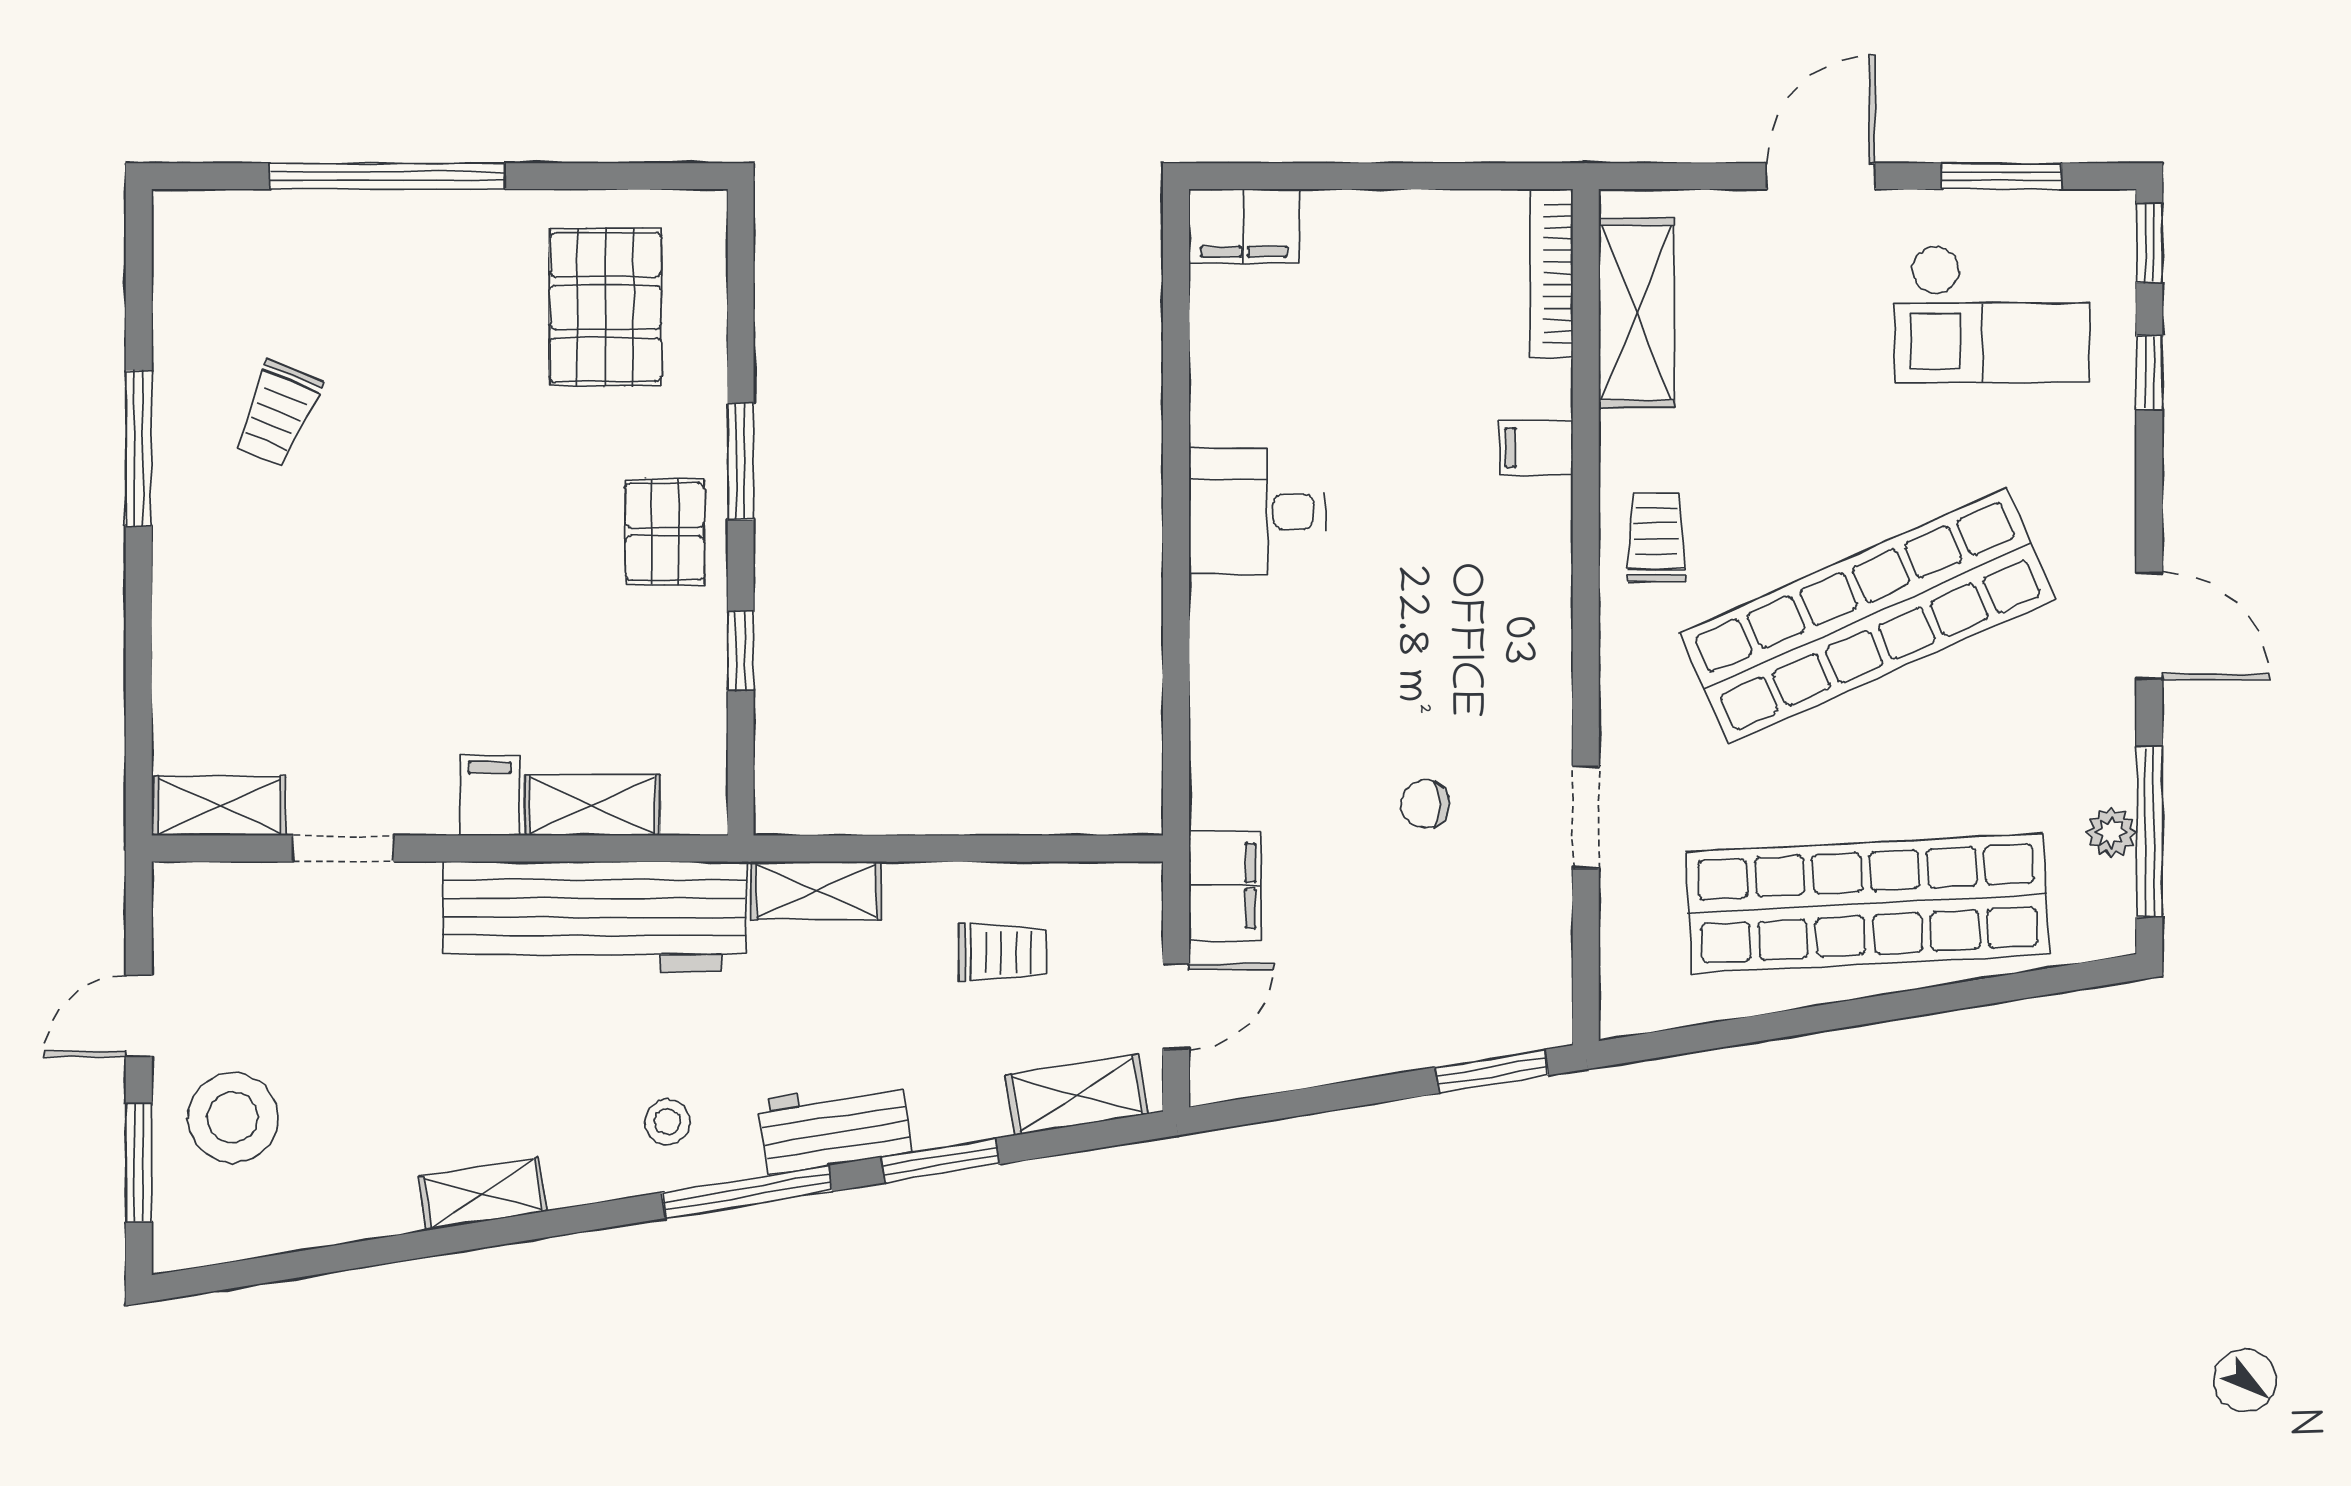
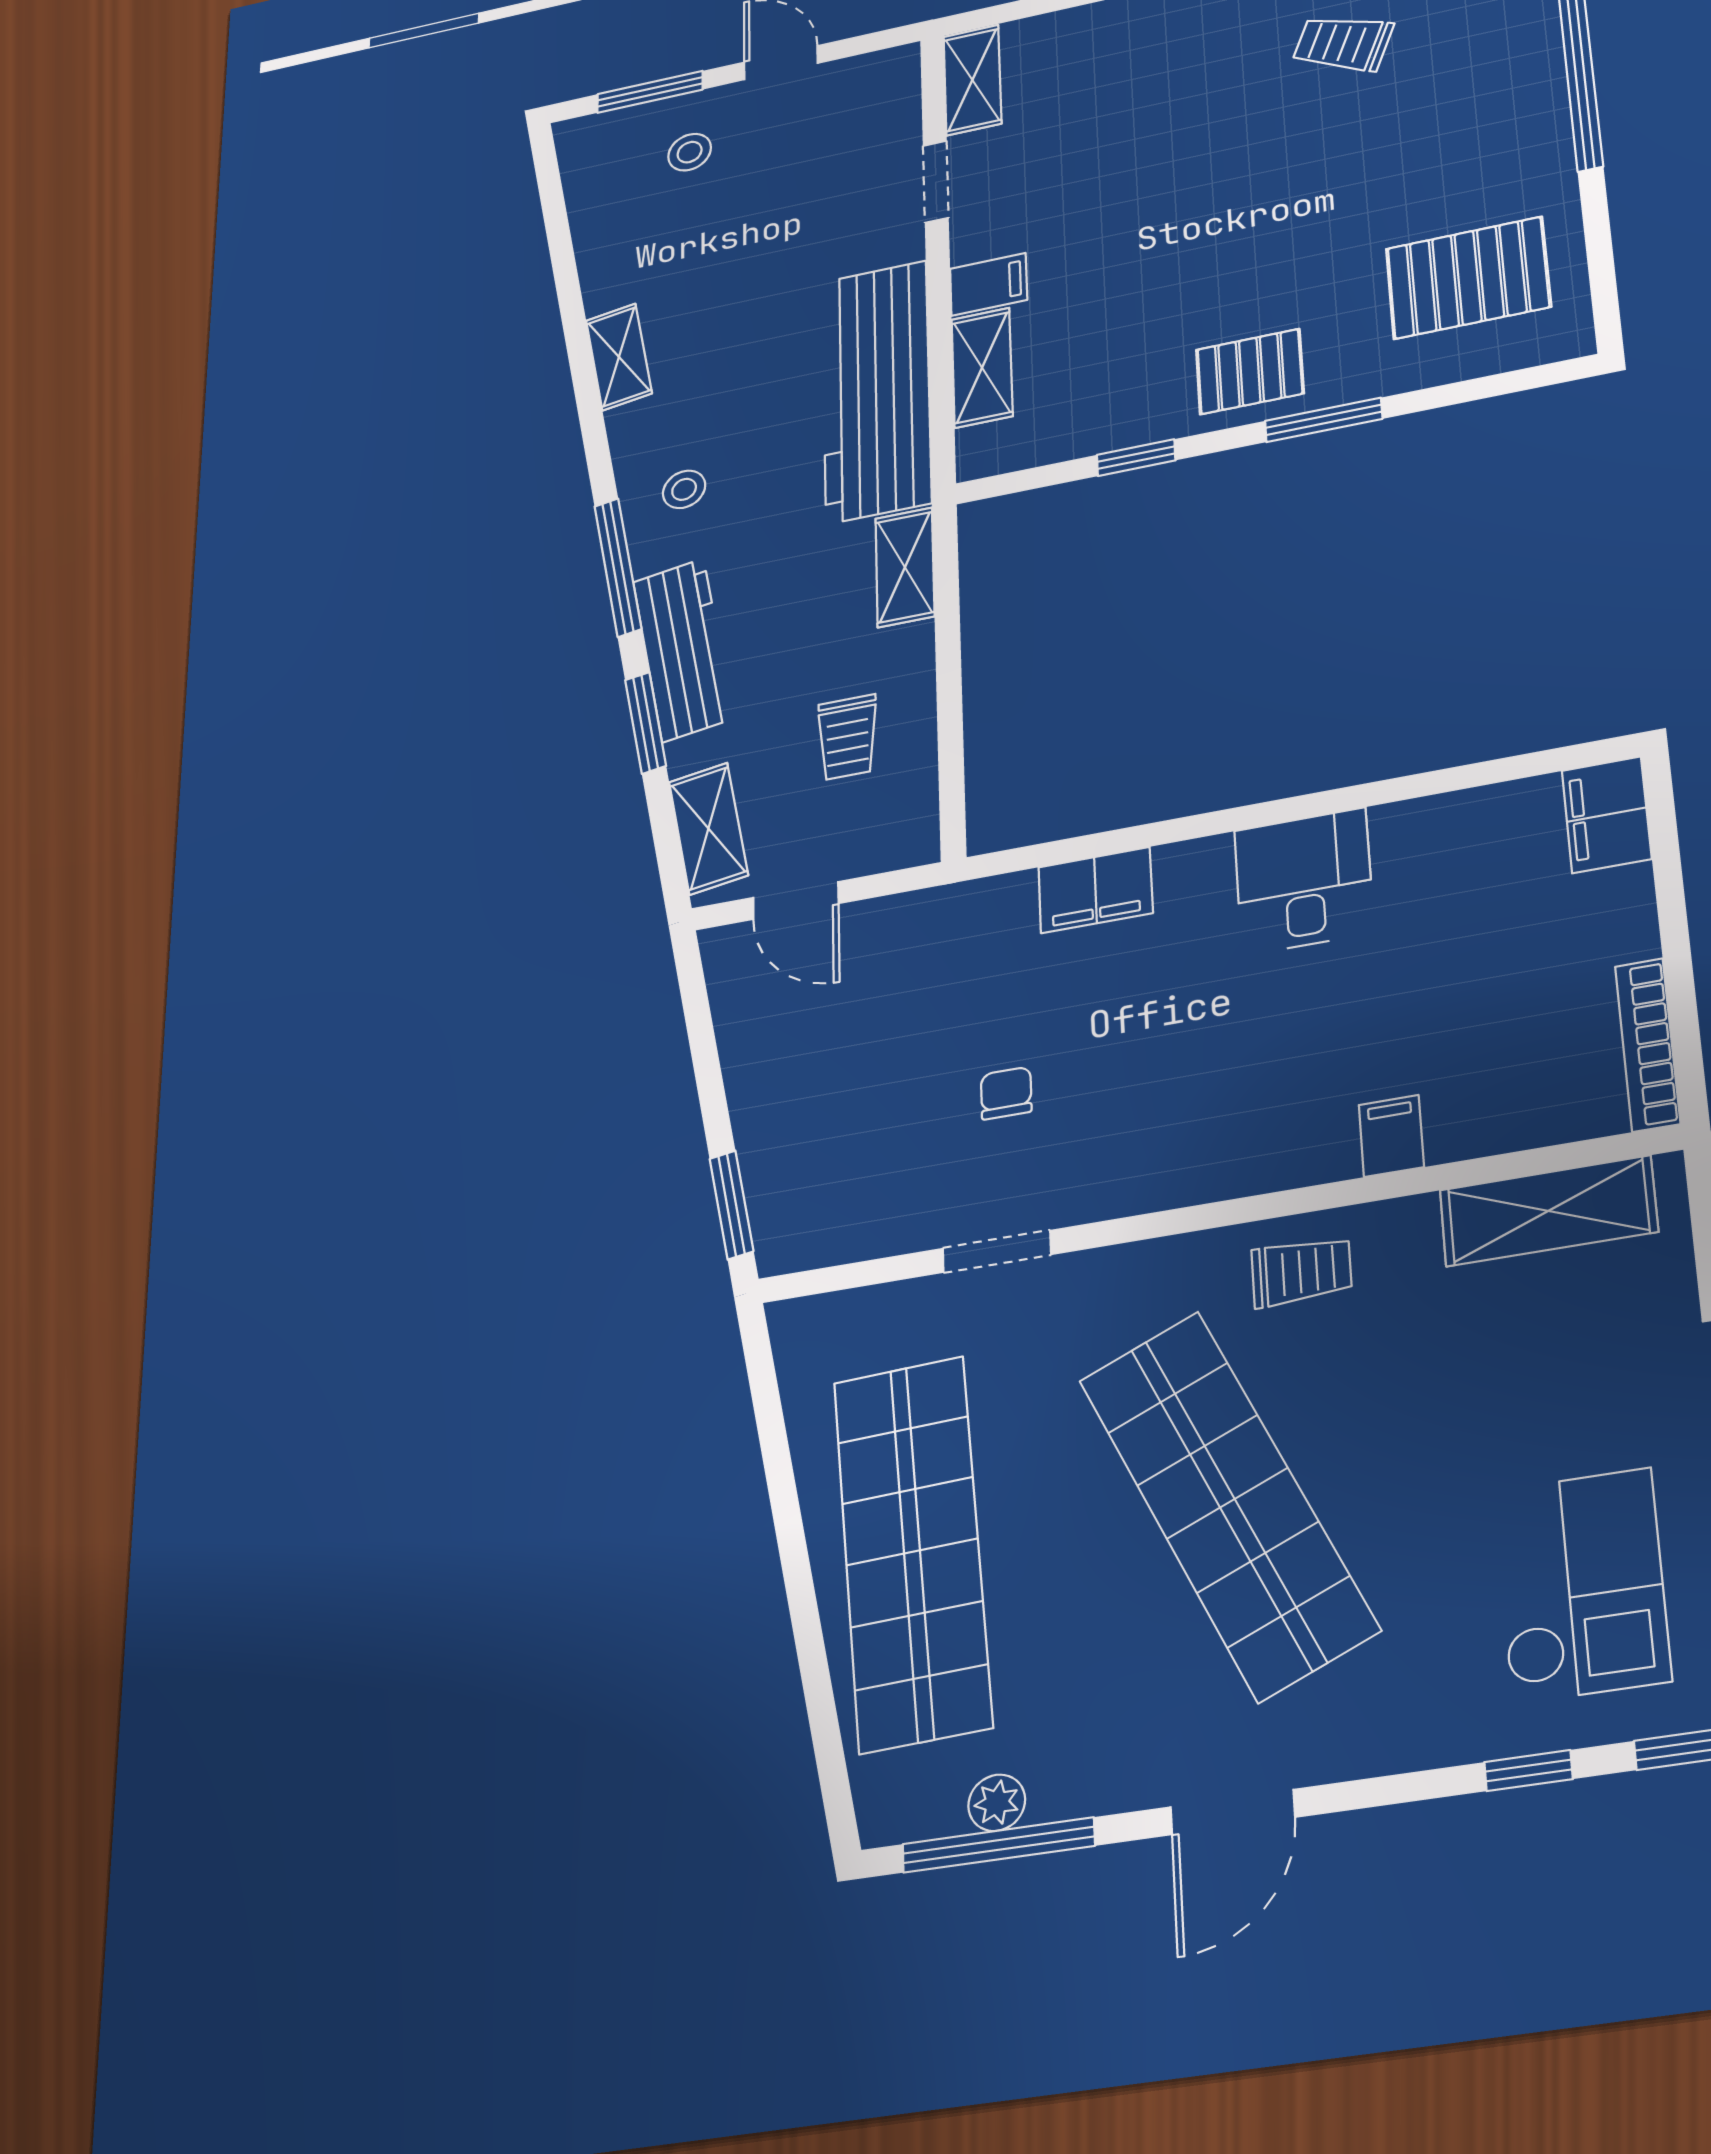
bookcase: (1551, 273) -> (1648, 1045), moved, turned -90
checkout: (1992, 314) -> (1582, 1585), turned 180
filing cabinet: (1225, 886) -> (1095, 890), moved
stool: (233, 1118) -> (690, 152), width x0.53, depth x0.53
workbench: (835, 1126) -> (683, 650), width x1.38

